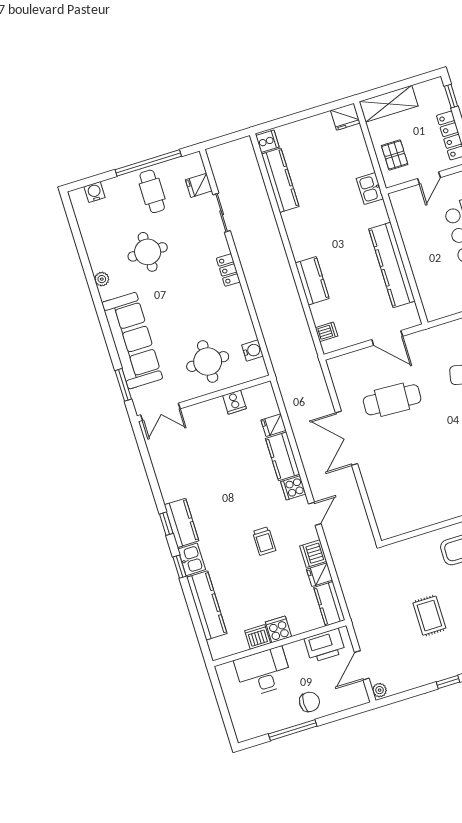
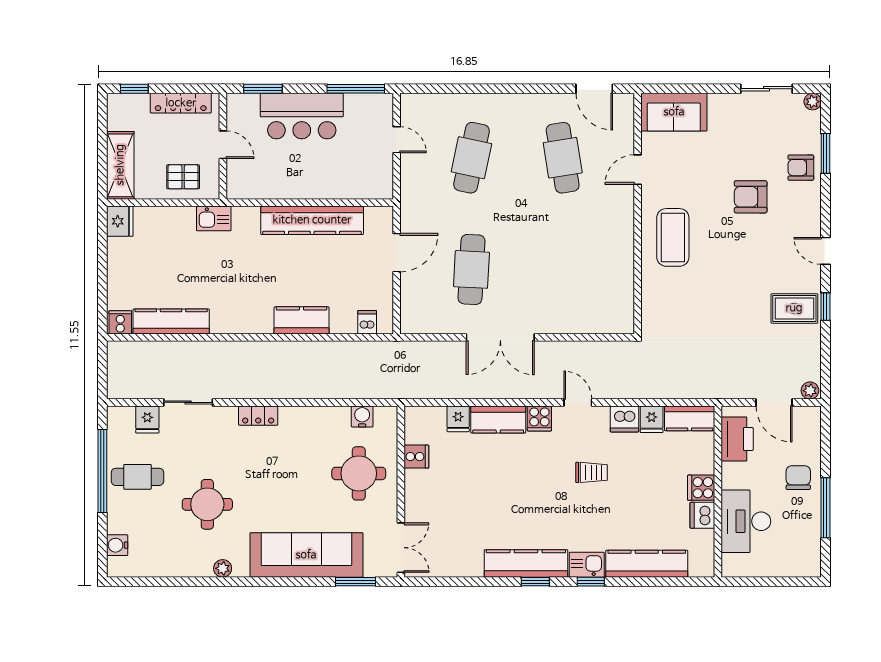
kitchen counter: (181, 523) -> (526, 563), width x1.50
rug: (429, 616) -> (794, 308), moved

